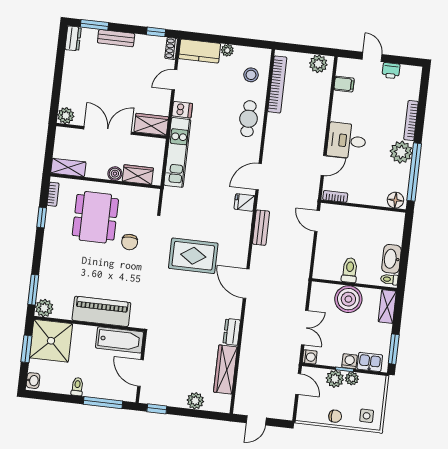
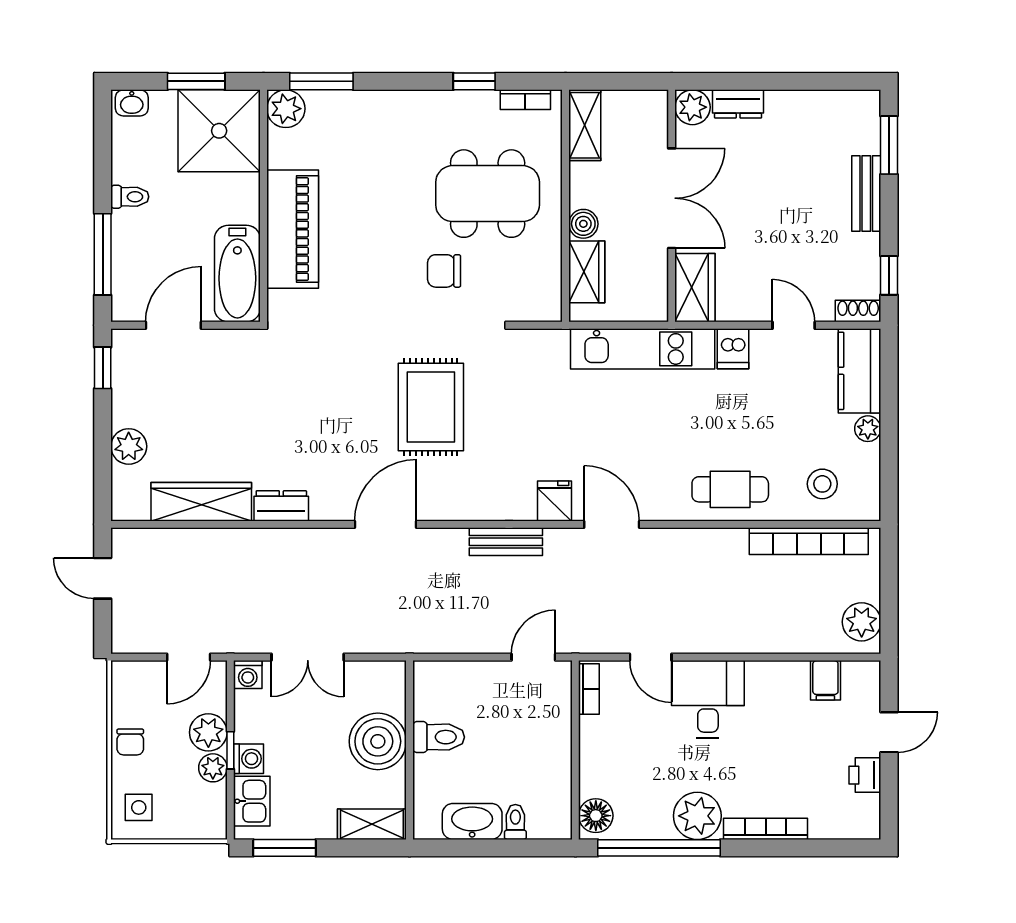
dresser: (73, 38) -> (738, 104), moved
toilet: (389, 279) -> (515, 822), moved

